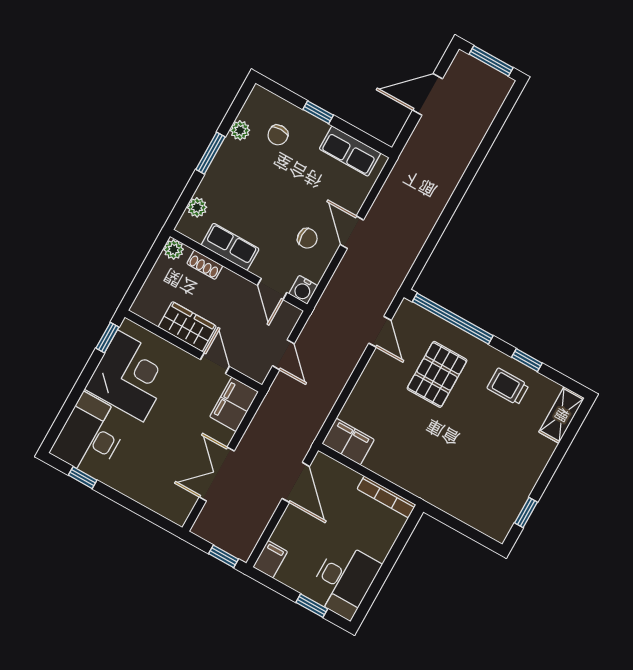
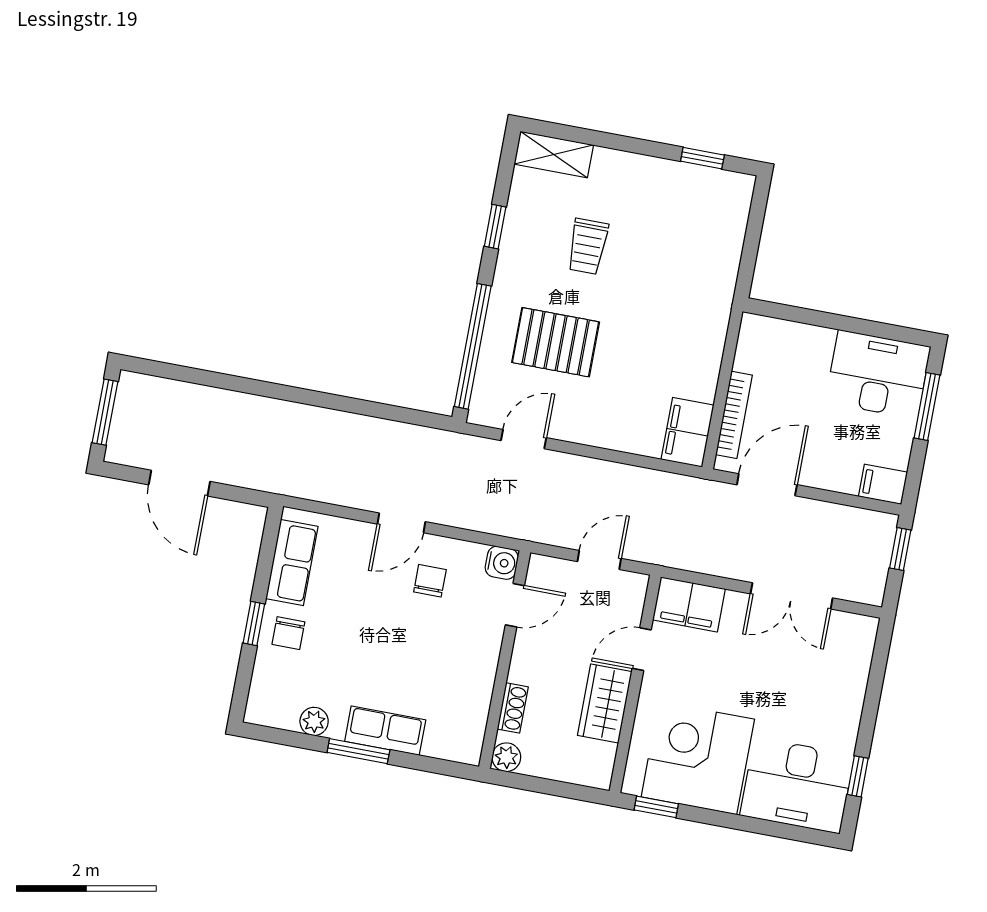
chair: (278, 135) -> (288, 633), moved, turned 90
plant: (197, 207) -> (438, 745), removed
row of seats: (230, 247) -> (385, 731), moved, turned 90
trolley: (508, 387) -> (588, 246), moved
bookcase: (386, 497) -> (734, 415), moved
window: (312, 606) -> (927, 407), width x1.50

